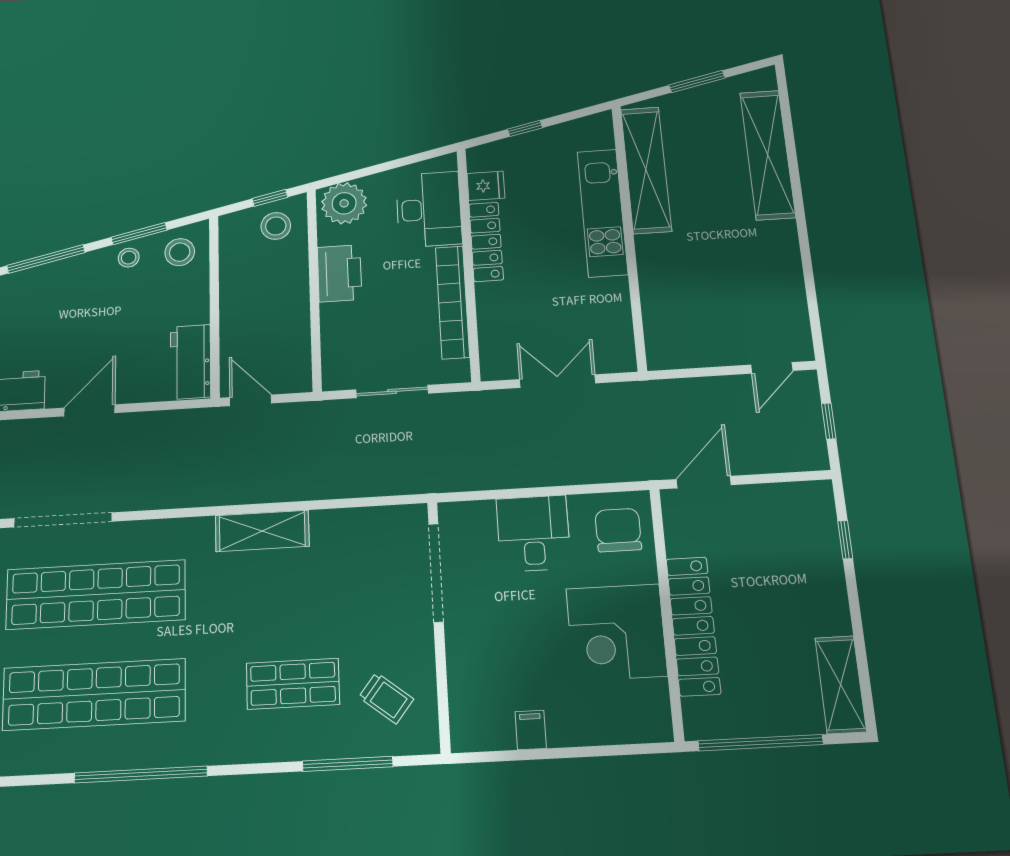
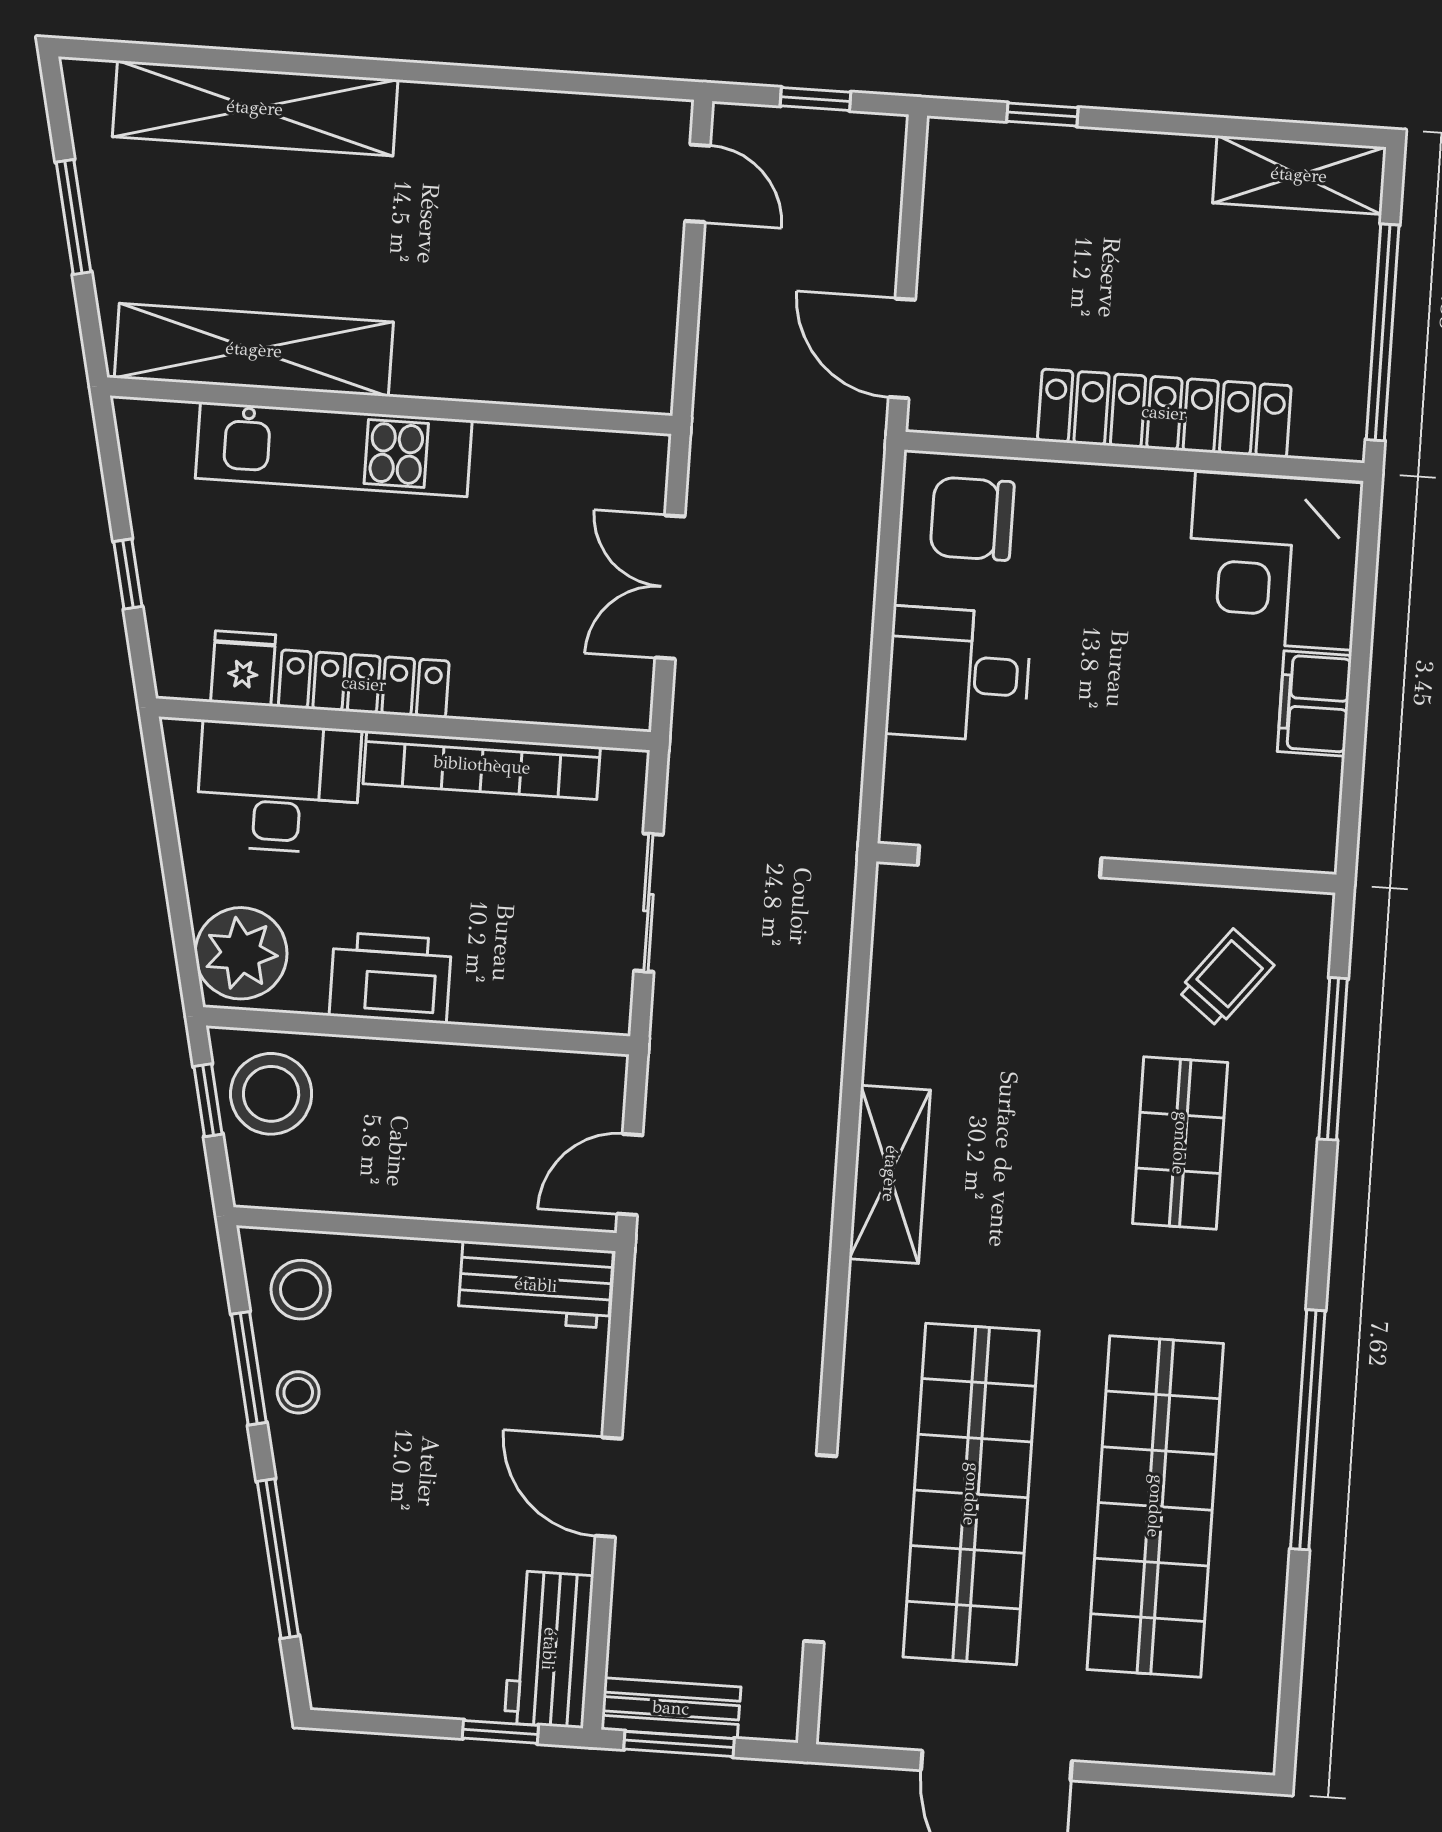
stool: (276, 226) -> (271, 1094), width x1.38, depth x1.38
corner desk: (616, 632) -> (1274, 561), moved, turned 90
filing cabinet: (531, 730) -> (1314, 703), width x2.00

